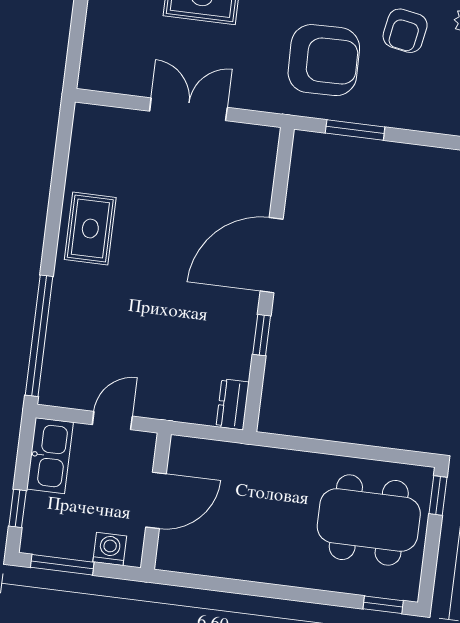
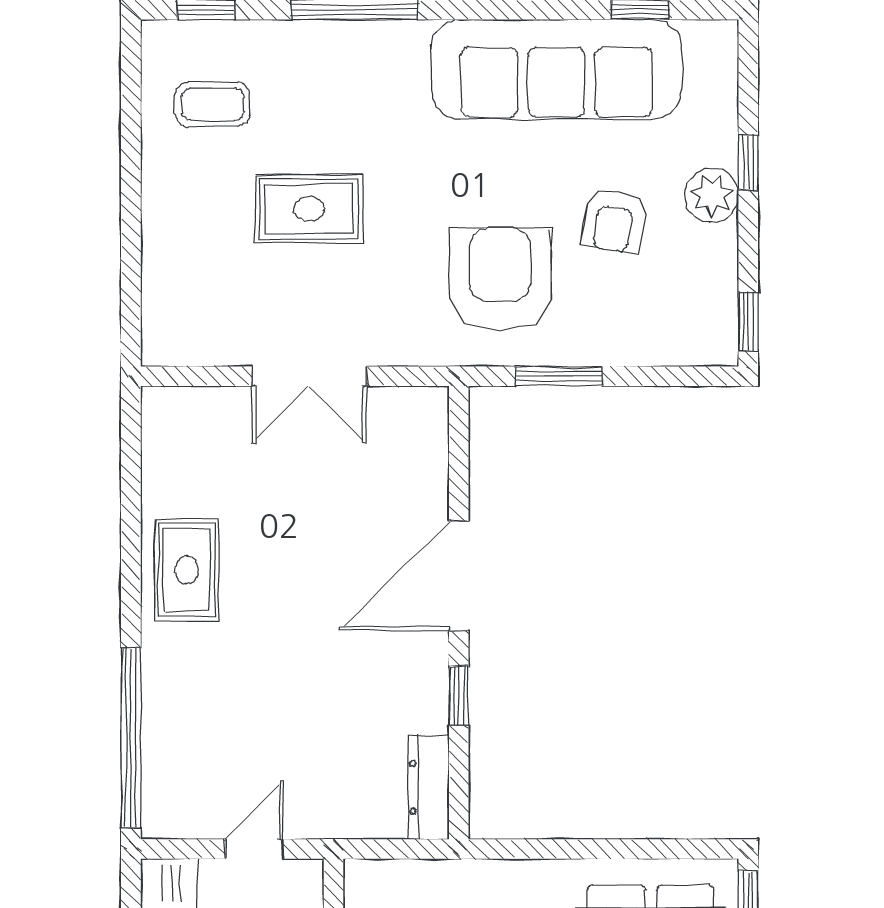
armchair: (324, 60) -> (500, 279), turned -89
double door: (188, 109) -> (309, 376), swing flipped
dresser: (233, 404) -> (429, 787), width x1.44

